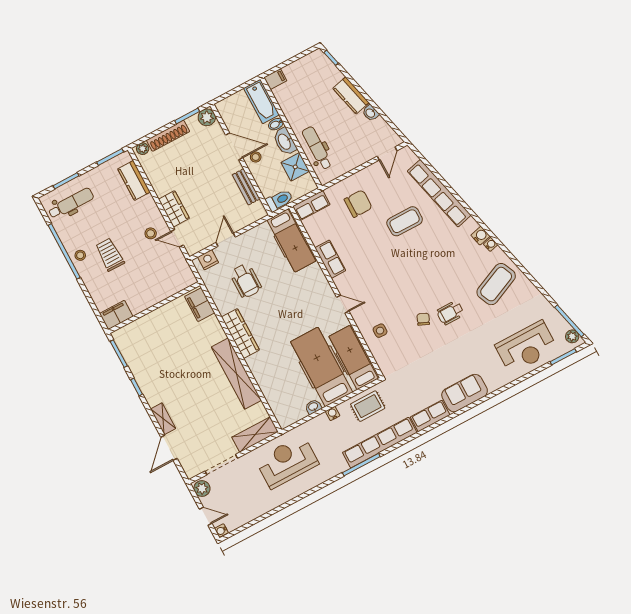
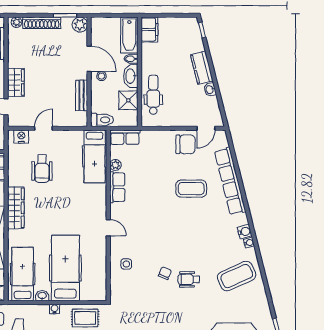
filing cabinet: (275, 79) -> (149, 30), width x2.00
chair: (358, 204) -> (185, 144), moved
plant: (317, 238) -> (115, 165), added
hospital bed: (354, 358) -> (23, 274), moved

